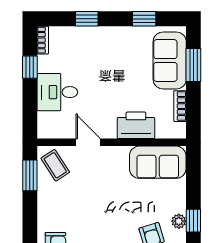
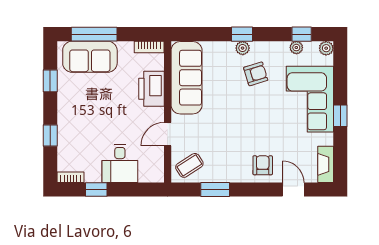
window: (193, 65) -> (94, 34), width x1.44
bookcase: (180, 106) -> (149, 47), moved
sofa: (158, 162) -> (187, 78), width x1.36
window: (30, 175) -> (215, 190), moved

